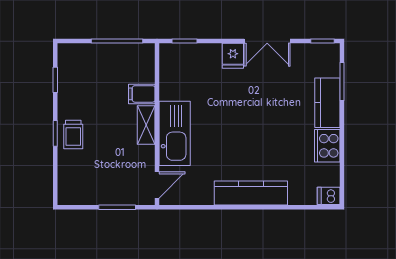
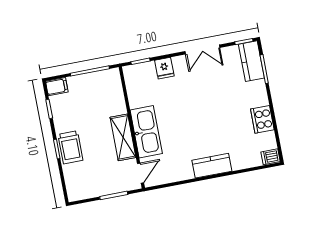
fridge: (233, 56) -> (164, 68), moved
filing cabinet: (142, 94) -> (57, 87), moved, turned 180
kitchen counter: (327, 103) -> (251, 61), moved
shelving: (146, 125) -> (123, 137), width x1.50, depth x1.33
trolley: (73, 135) -> (70, 147), width x1.36, depth x1.39
kitchen counter: (251, 193) -> (212, 166), width x0.67

